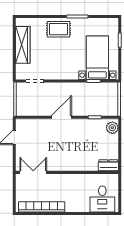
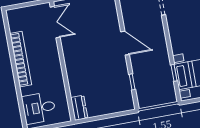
plant: (112, 128) -> (124, 104), removed
bookcase: (42, 207) -> (21, 59), moved

